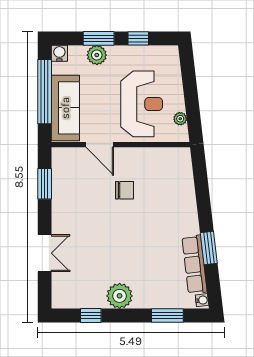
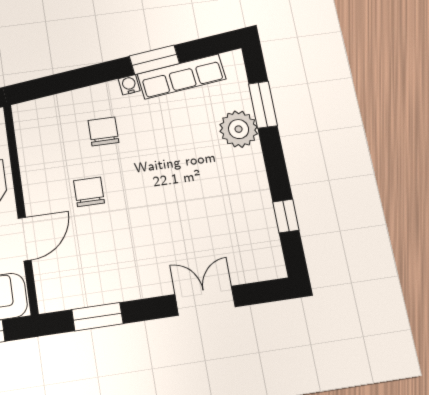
chair: (164, 206) -> (103, 132), added
plant: (120, 296) -> (239, 129), moved
water cooler: (202, 300) -> (129, 85), moved

